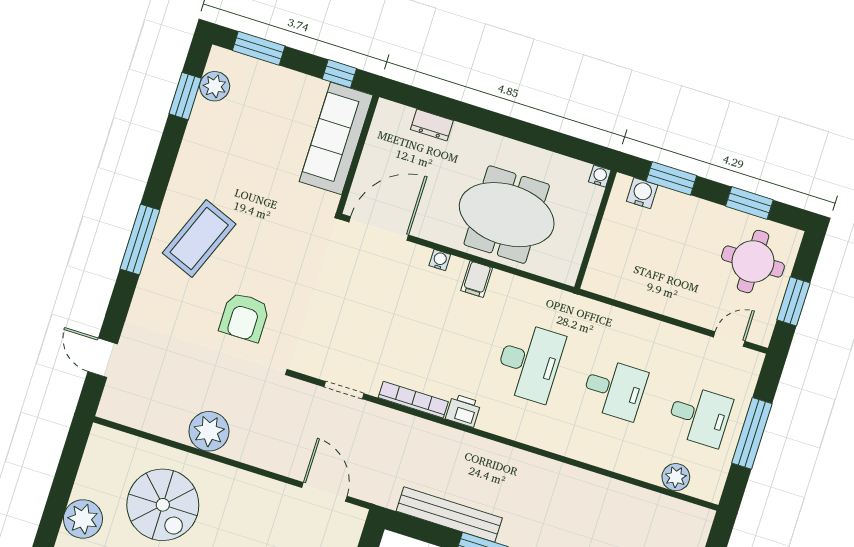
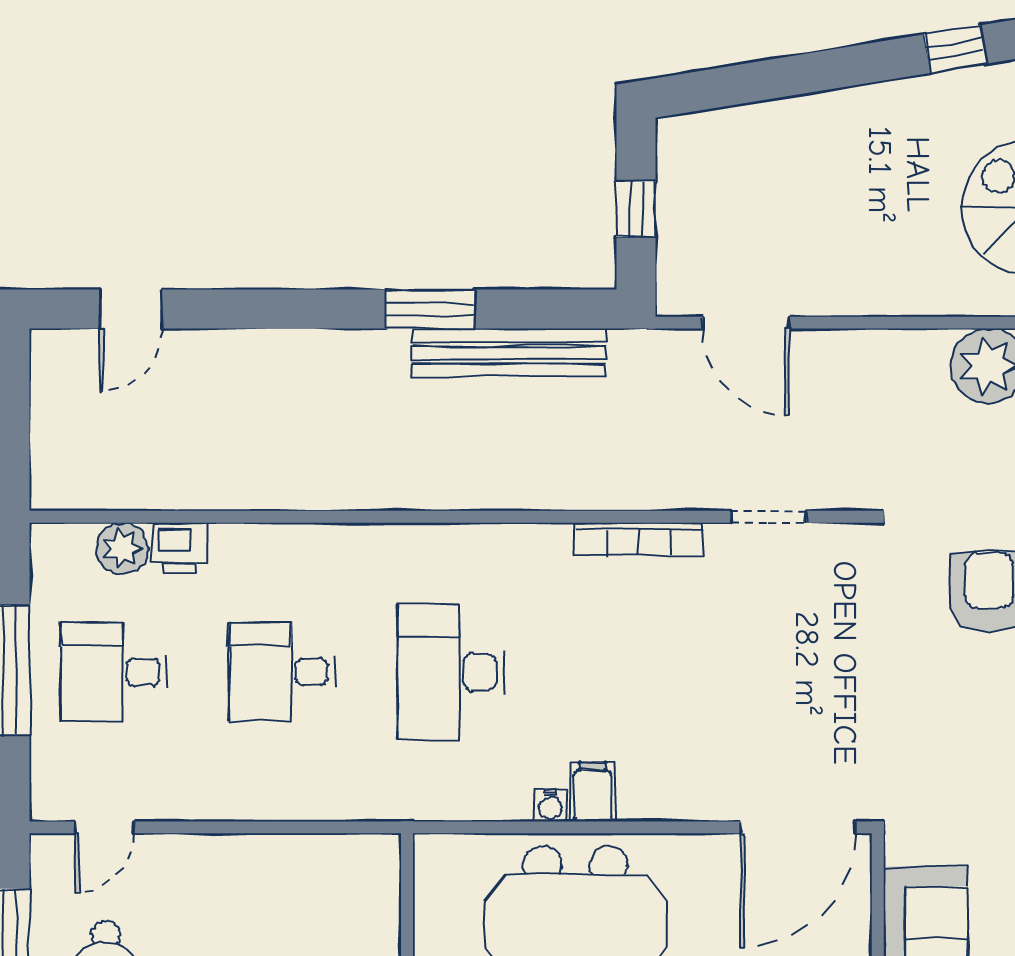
water cooler: (440, 260) -> (550, 805), moved
printer: (463, 410) -> (180, 548), moved

